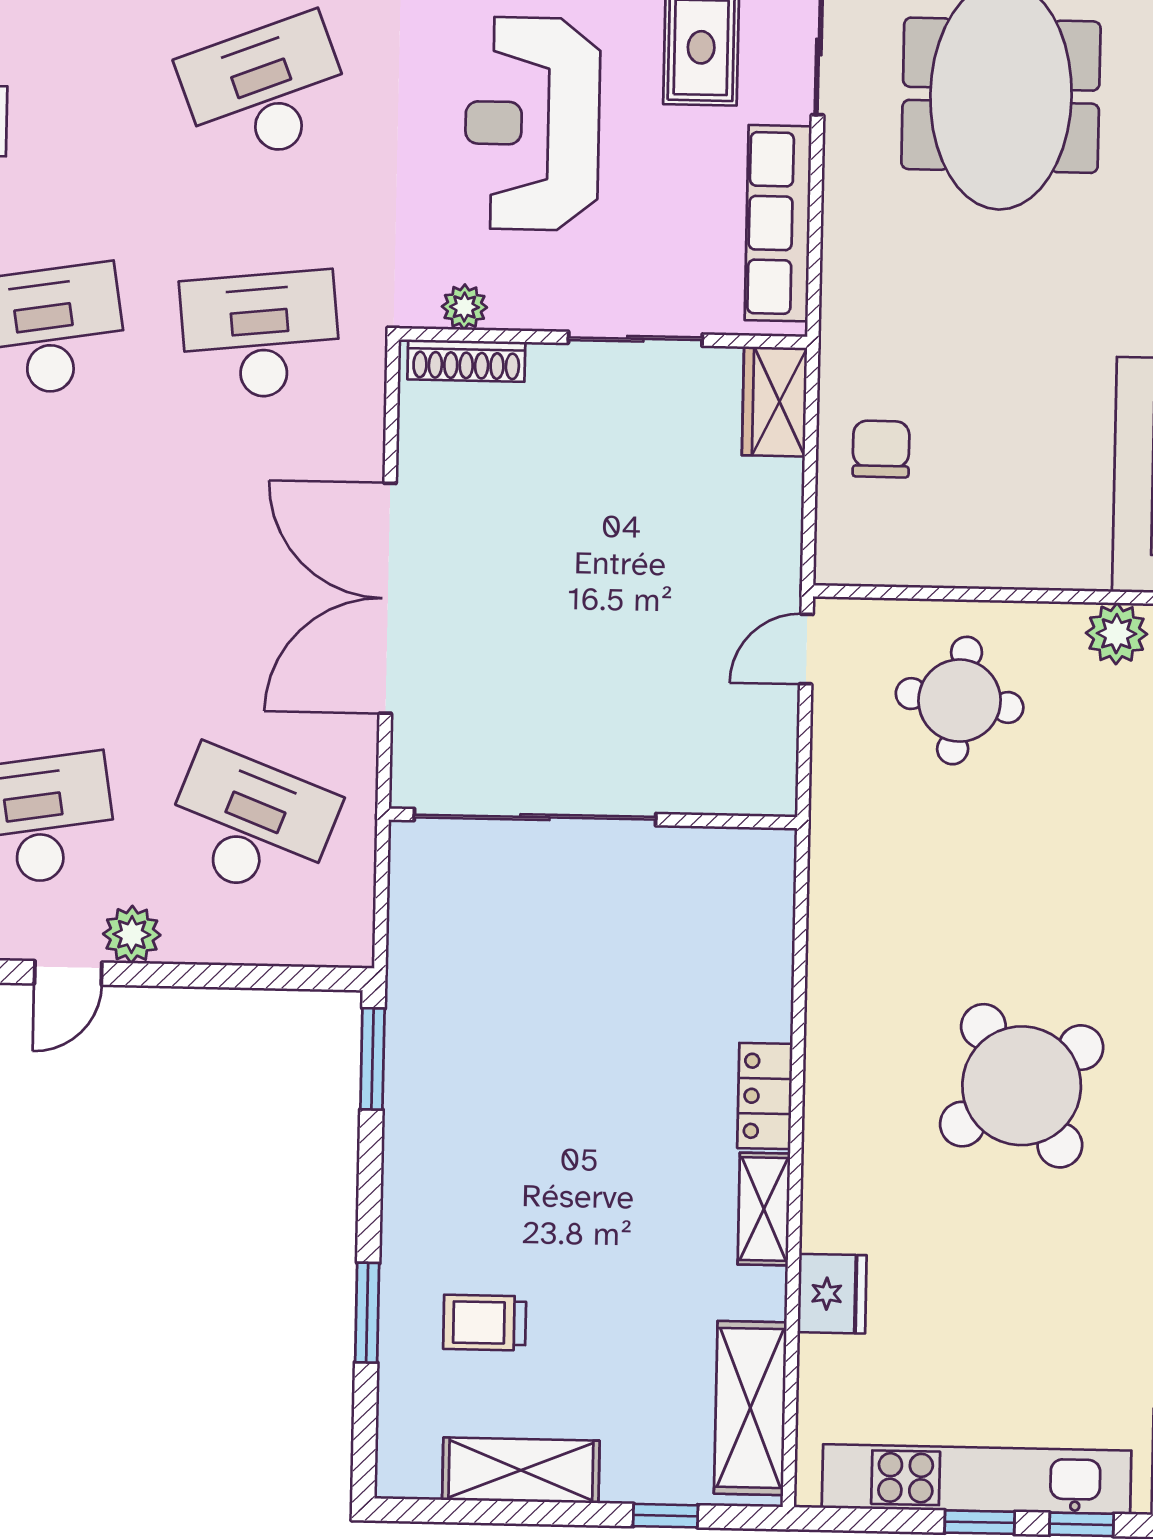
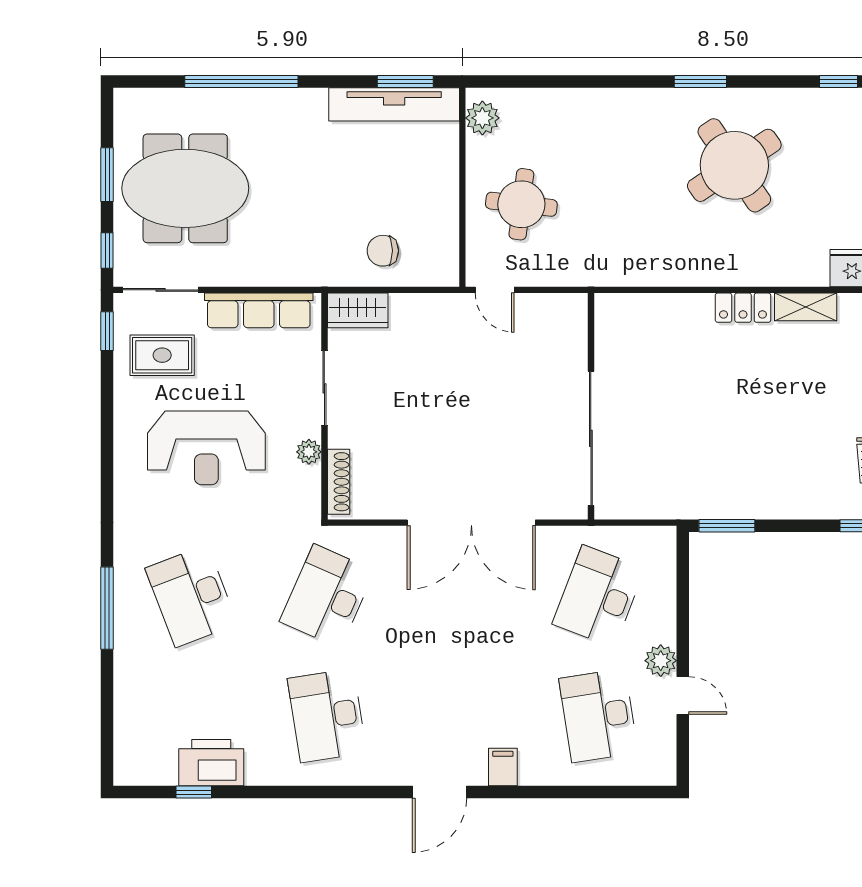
plant: (464, 307) -> (309, 452), moved
desk: (261, 336) -> (327, 596), turned 30

